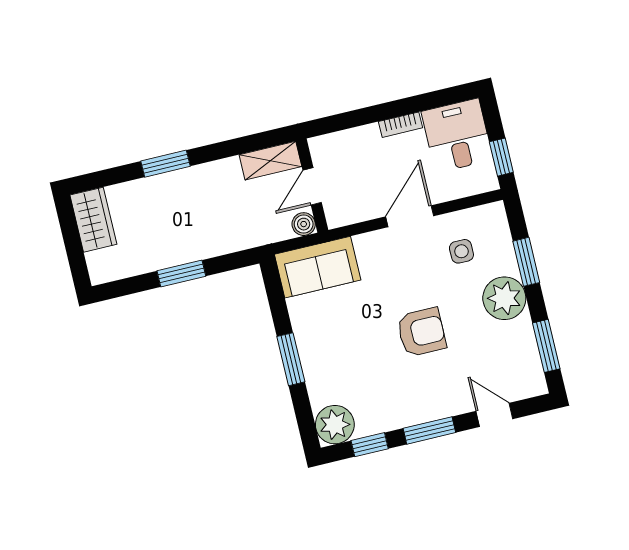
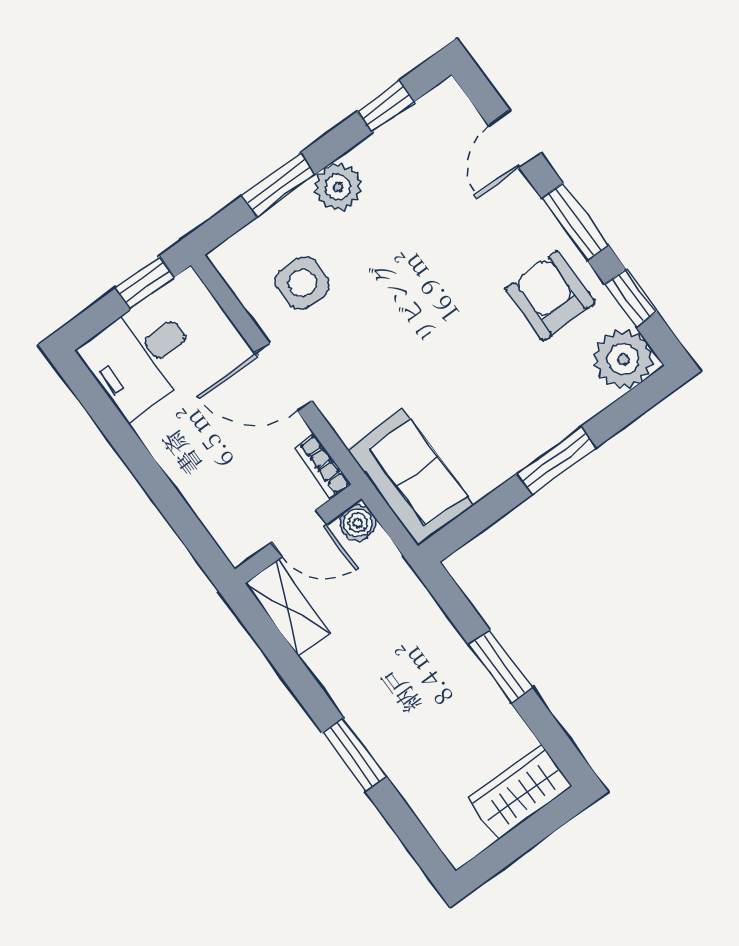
bookcase: (400, 125) -> (322, 466), moved, turned 180
wardrobe: (93, 220) -> (520, 792), moved
side table: (461, 251) -> (302, 283), width x1.37, depth x1.37
plant: (504, 298) -> (338, 187), width x0.73, depth x0.73
armchair: (422, 332) -> (550, 296), moved
window: (546, 346) -> (386, 106), width x0.67

